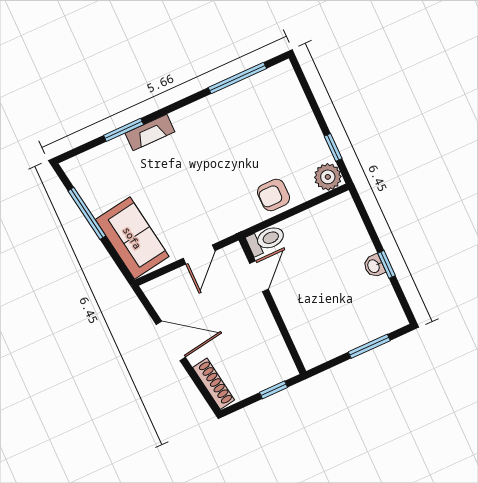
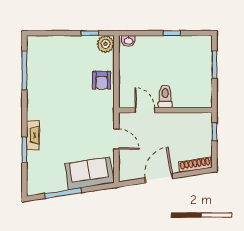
toilet: (266, 240) -> (165, 96), moved
washbasin: (374, 266) -> (129, 41), moved

